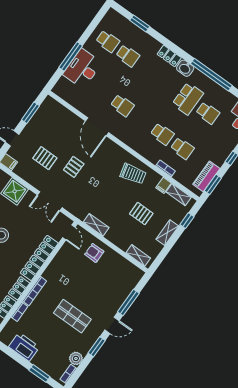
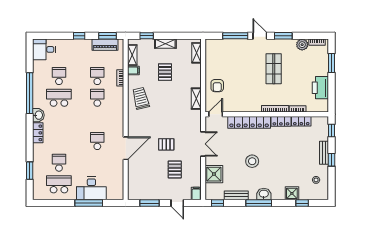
school desk: (108, 41) -> (59, 184), width x1.85

